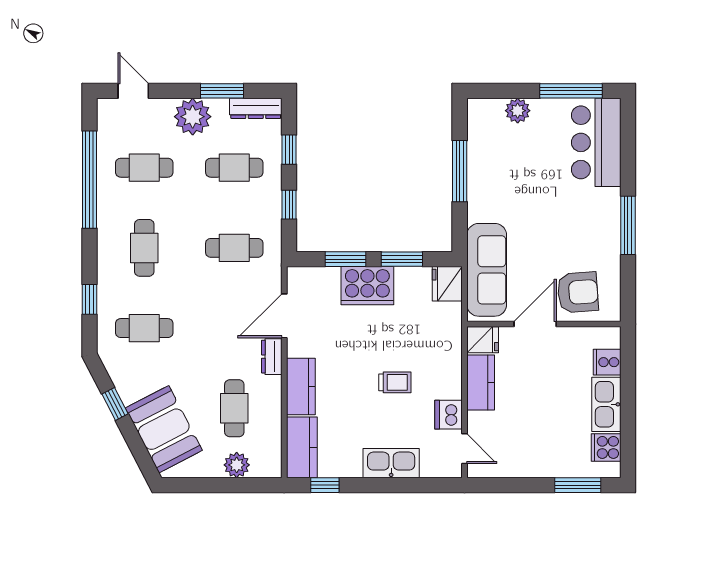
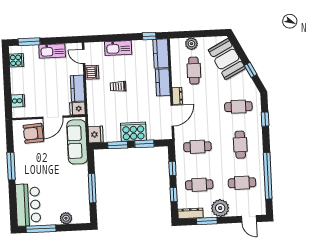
kitchen sink: (606, 404) -> (52, 51), moved, turned 90

